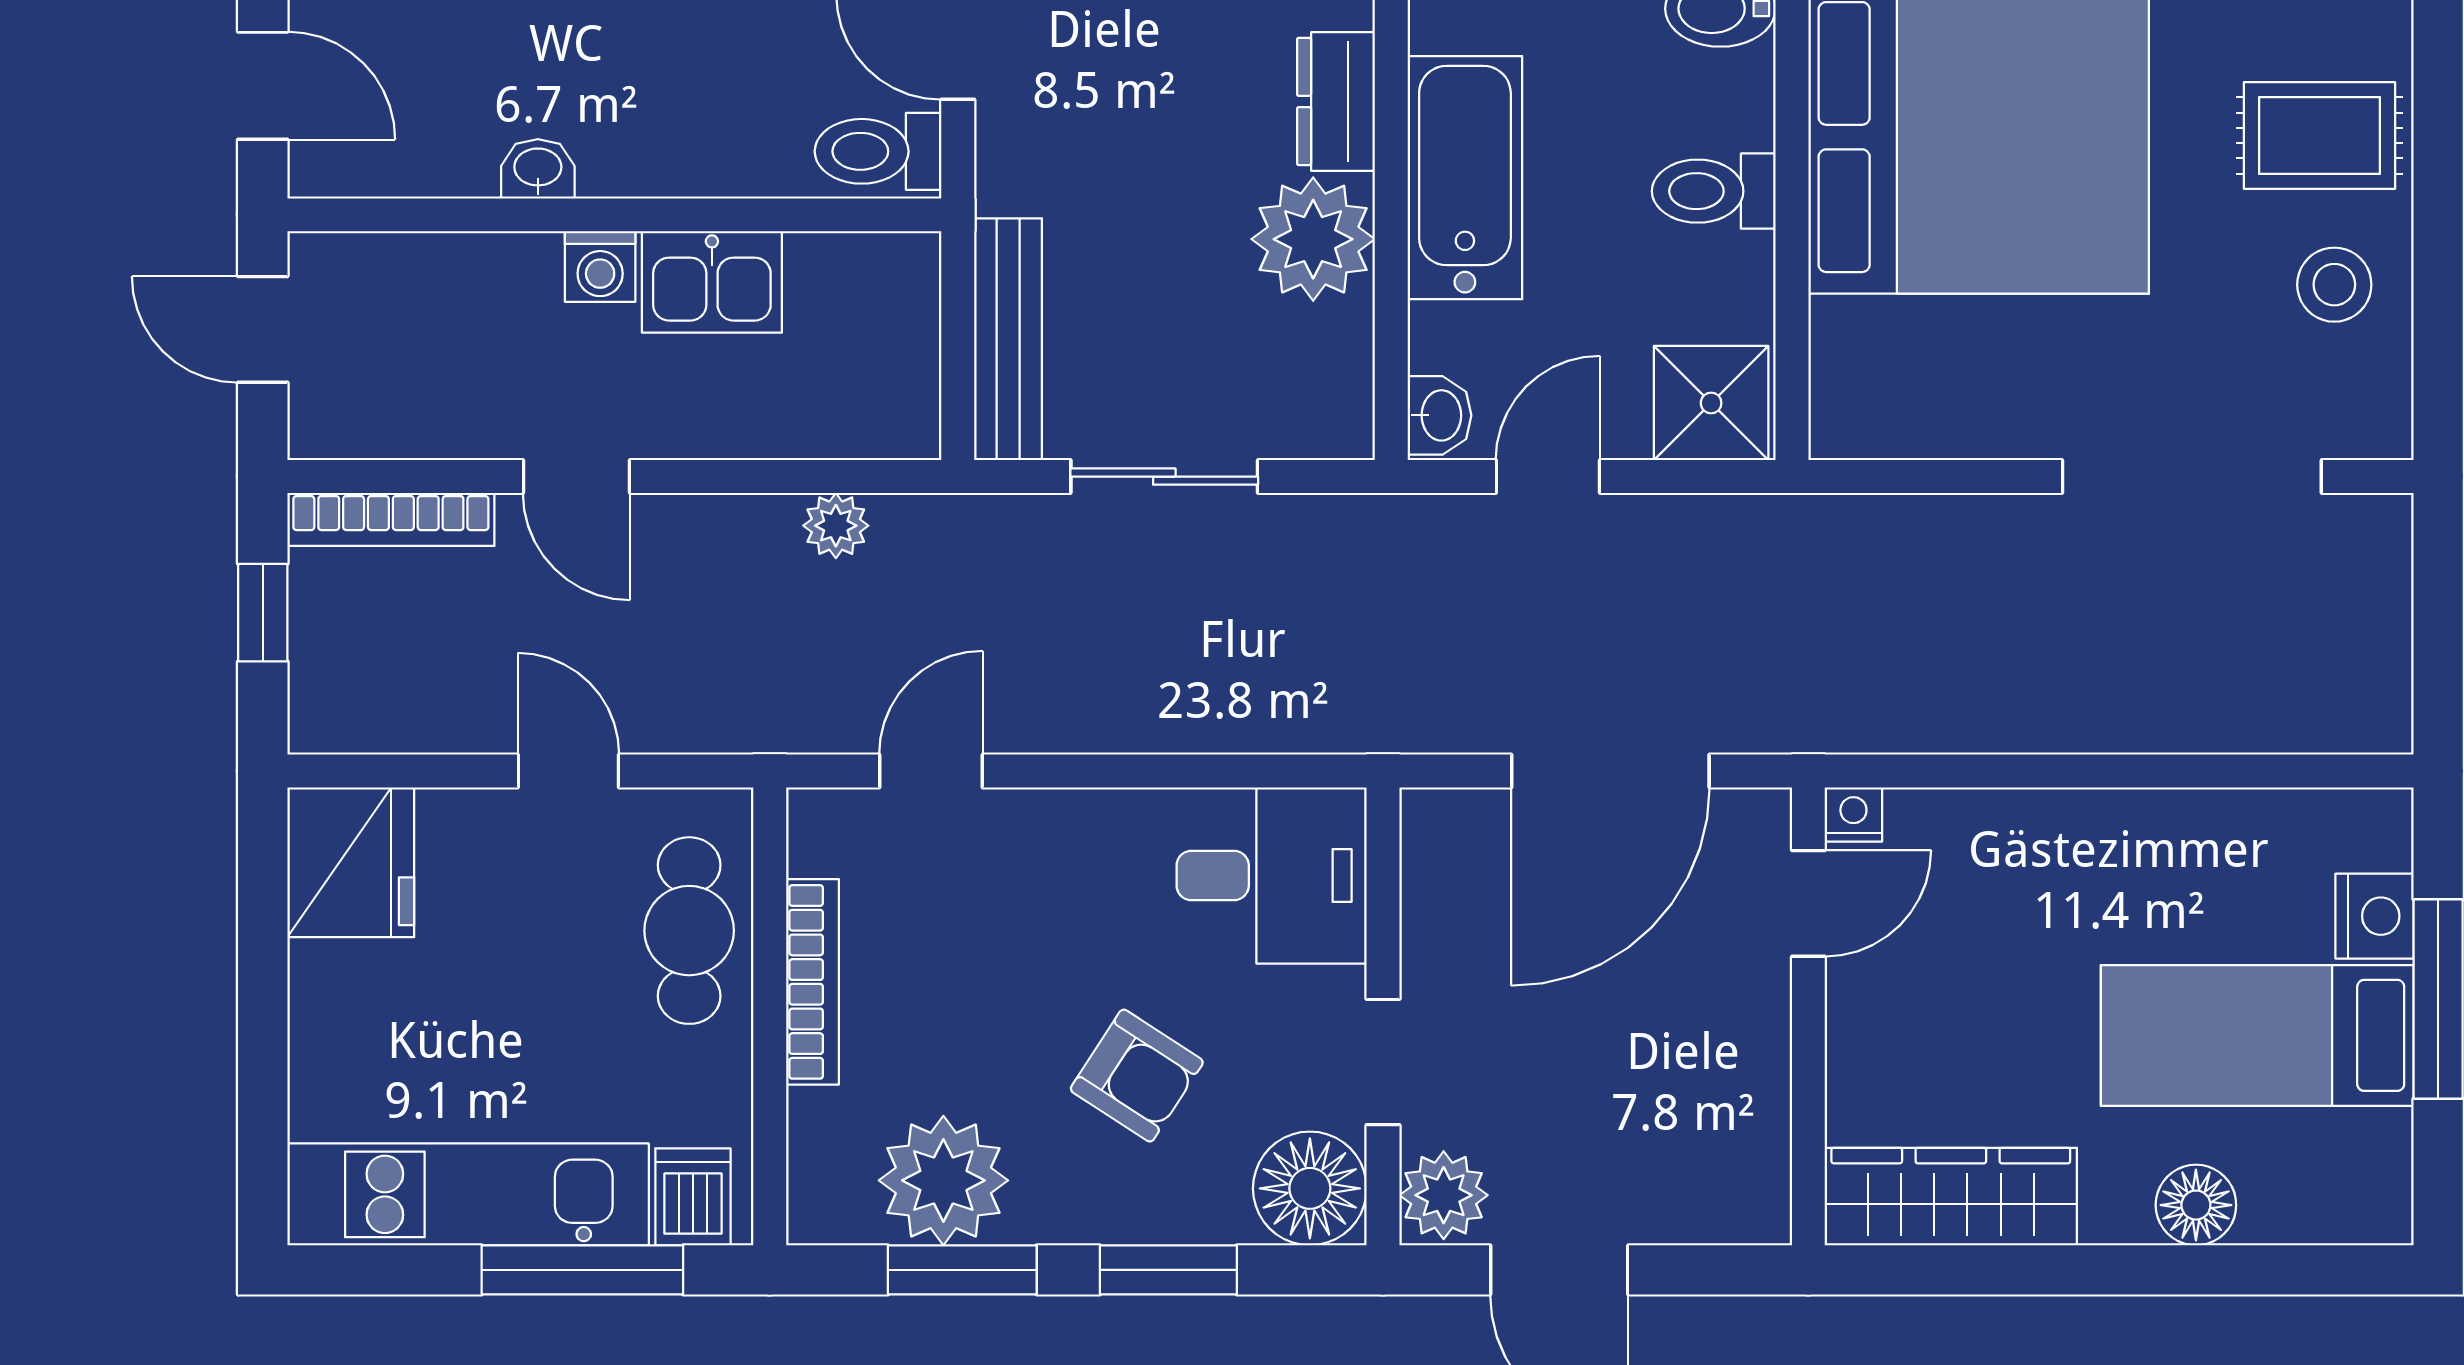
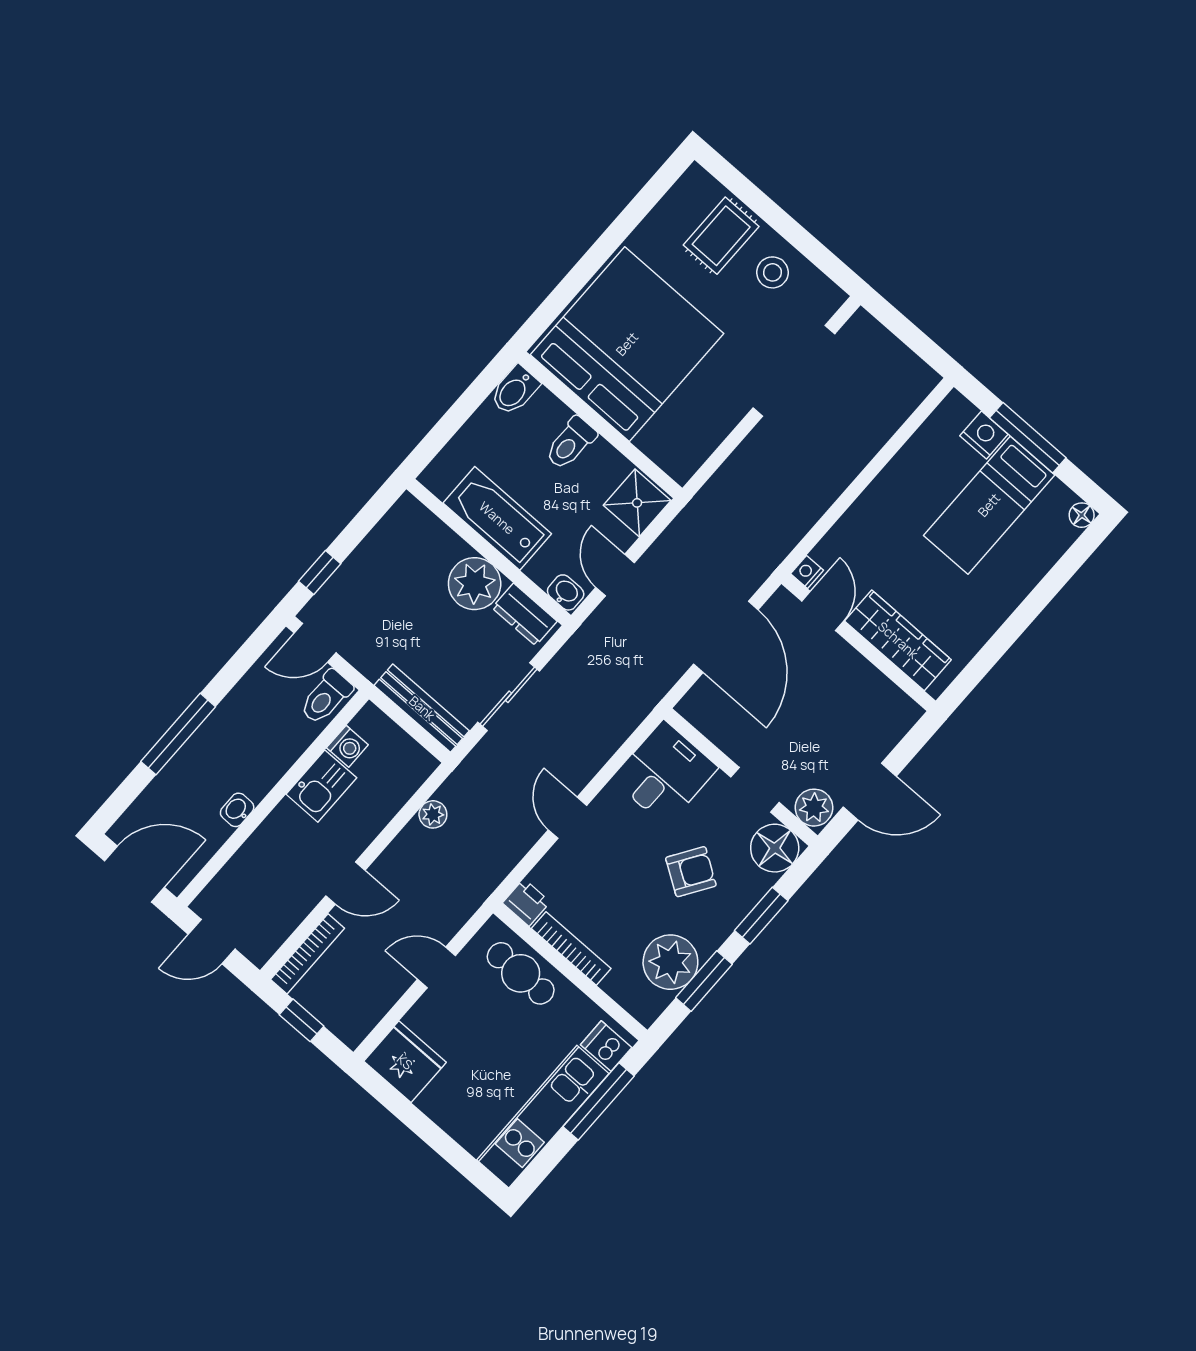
door: (263, 86) -> (134, 874), width x1.38
dresser: (1336, 101) -> (525, 615), moved
washing machine: (600, 267) -> (347, 746), moved
door: (931, 771) -> (568, 818), moved
printer: (825, 830) -> (526, 902), added
wardrobe: (1951, 1197) -> (898, 640), moved, turned 90
floor lamp: (2196, 1205) -> (1082, 515), moved, width x0.73, depth x0.73

